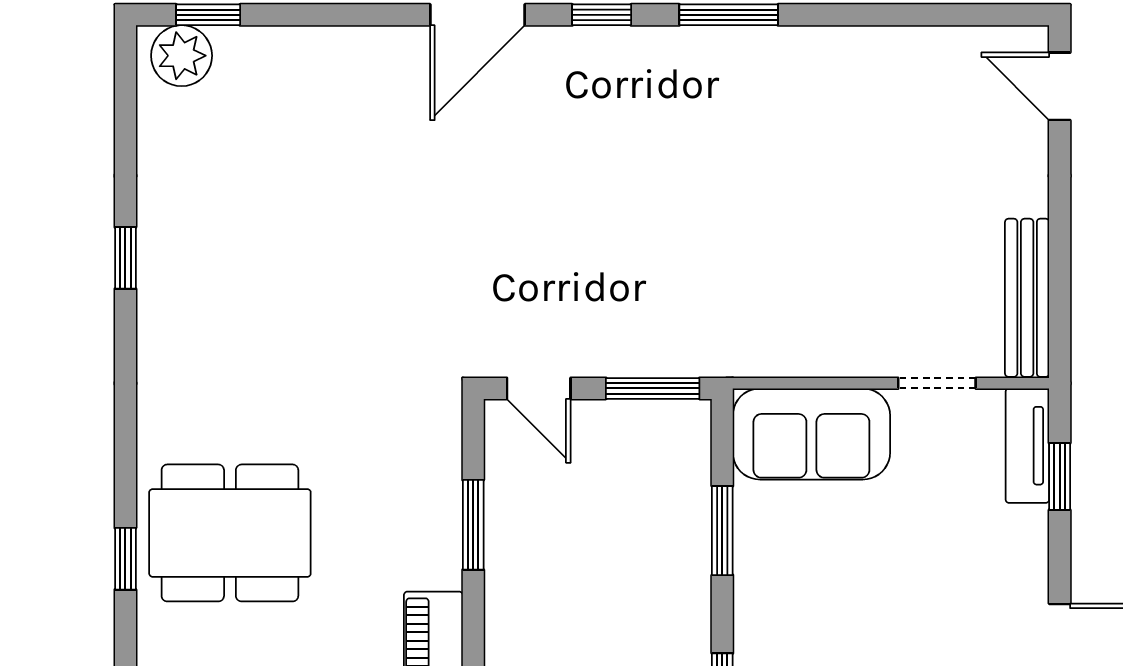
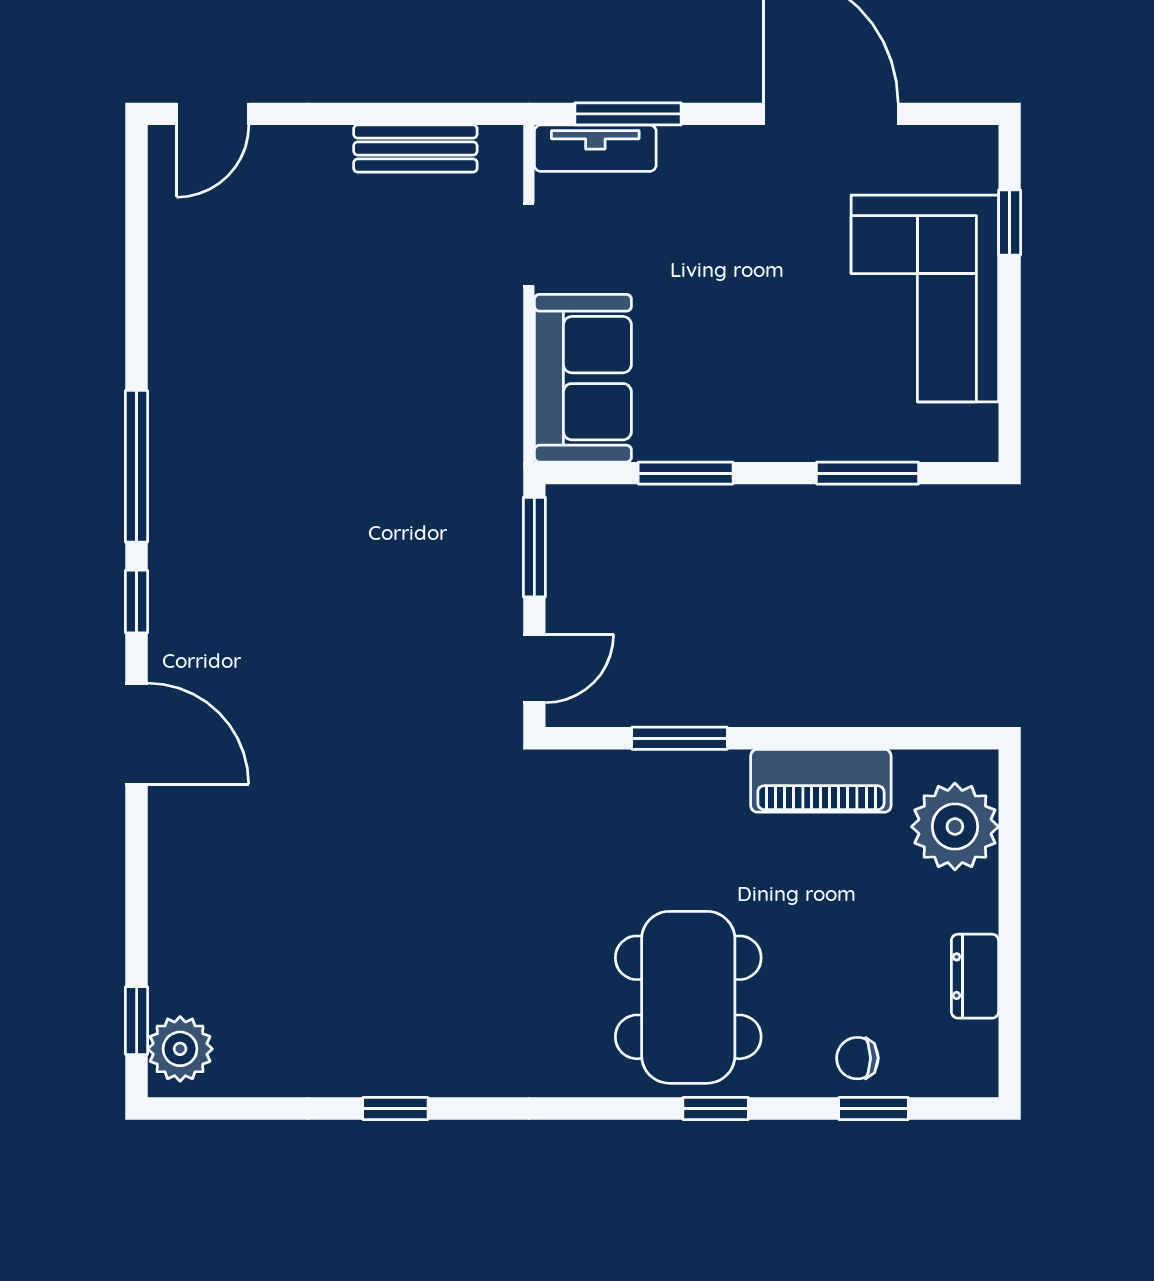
window: (729, 15) -> (137, 466), width x1.44
bench: (1027, 298) -> (415, 148), width x0.73
window: (1060, 476) -> (628, 114), width x1.50

